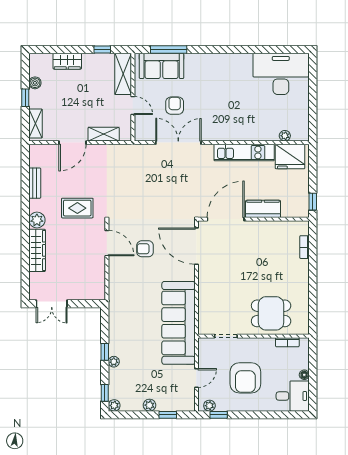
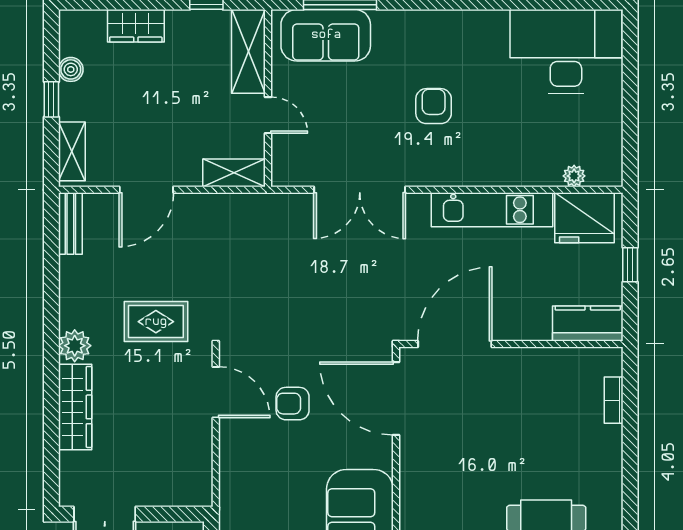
armchair: (175, 106) -> (434, 106), moved
shelving: (104, 134) -> (234, 173), moved
double door: (178, 143) -> (360, 190), swing flipped
bench: (35, 183) -> (70, 224), moved
window: (313, 202) -> (630, 265), moved
kitchen counter: (263, 209) -> (588, 323), moved

